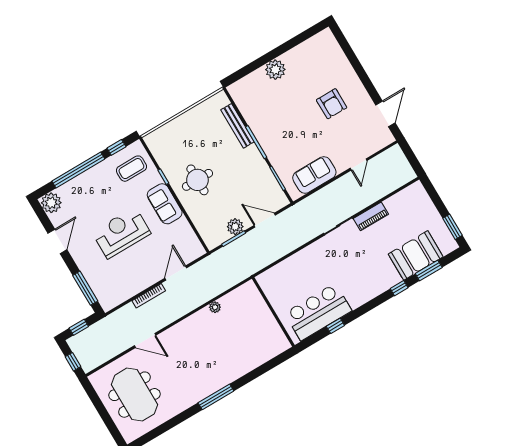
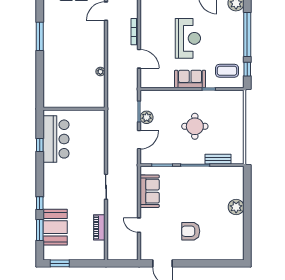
bench: (238, 126) -> (218, 159), width x0.73
coffee table: (131, 169) -> (227, 71), turned 90
round table: (197, 180) -> (195, 126), moved
piano: (371, 216) -> (99, 227), moved

